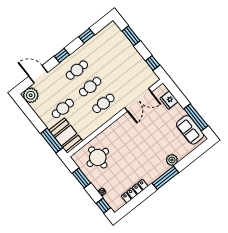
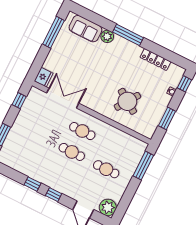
window: (87, 36) -> (32, 184), moved
cafe table: (77, 70) -> (61, 173), removed
fridge: (169, 100) -> (44, 77), moved
sofa: (190, 130) -> (85, 29), moved, turned 90
booth: (66, 136) -> (132, 154), removed
round table: (98, 157) -> (127, 101), moved, turned 34

